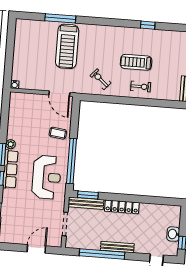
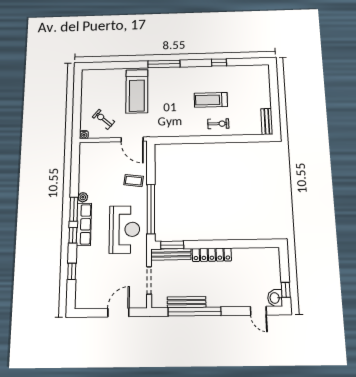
window: (60, 18) -> (164, 64), moved
exercise bike: (100, 79) -> (103, 119), moved
washbasin: (173, 234) -> (275, 298), moved
bench: (117, 247) -> (187, 302), moved

